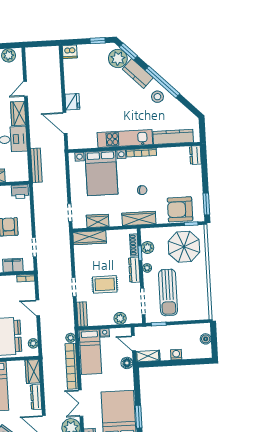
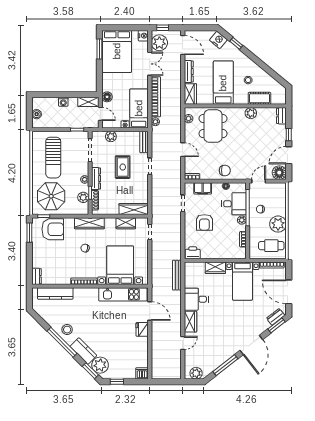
kitchen unit: (125, 138) -> (123, 294), moved
rug: (105, 284) -> (123, 167), turned 90
sun lounger: (168, 292) -> (53, 158), moved, turned 180

